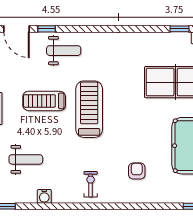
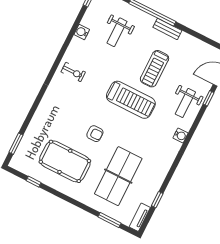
water cooler: (100, 38) -> (180, 135), added
treadmill: (44, 101) -> (154, 69), turned 180
armchair: (137, 171) -> (95, 134), moved

